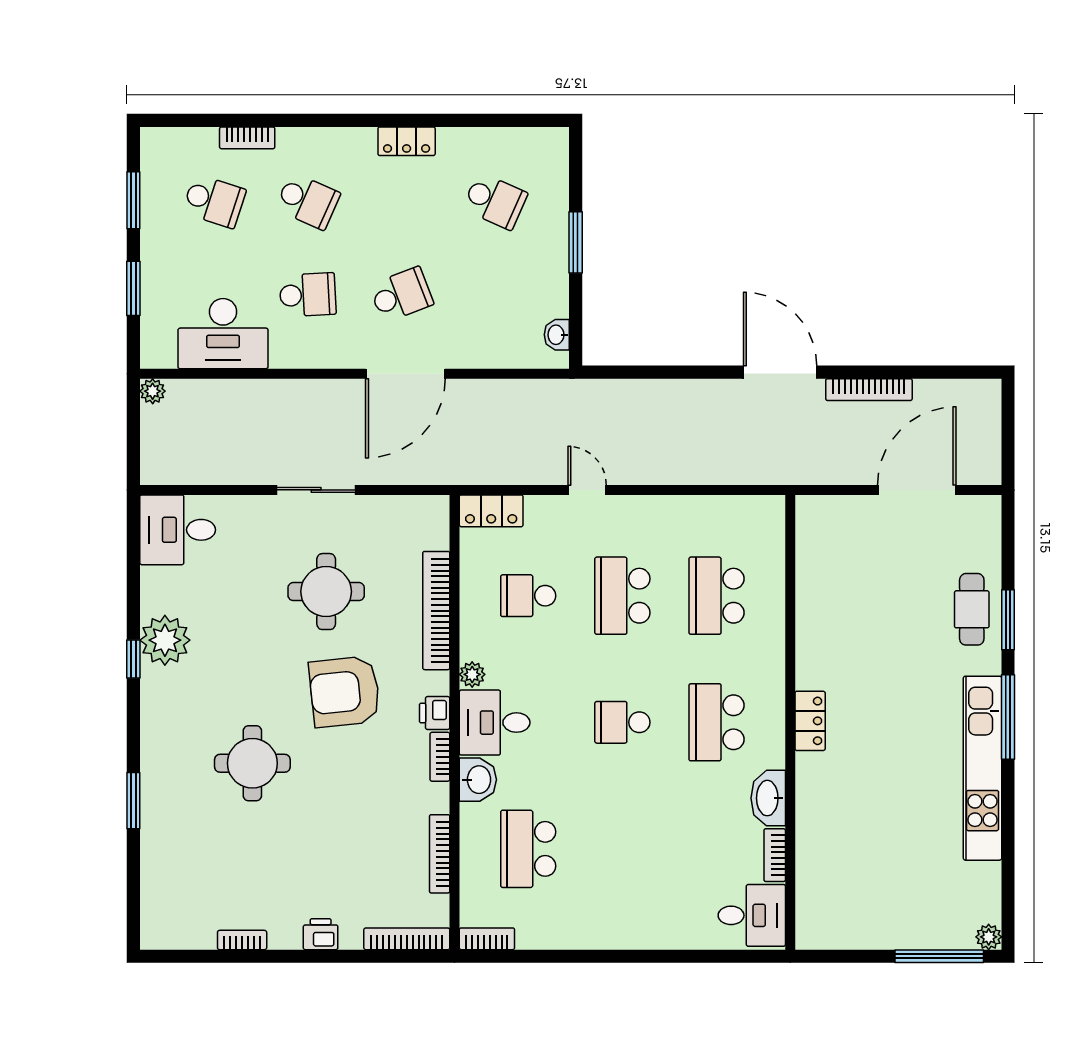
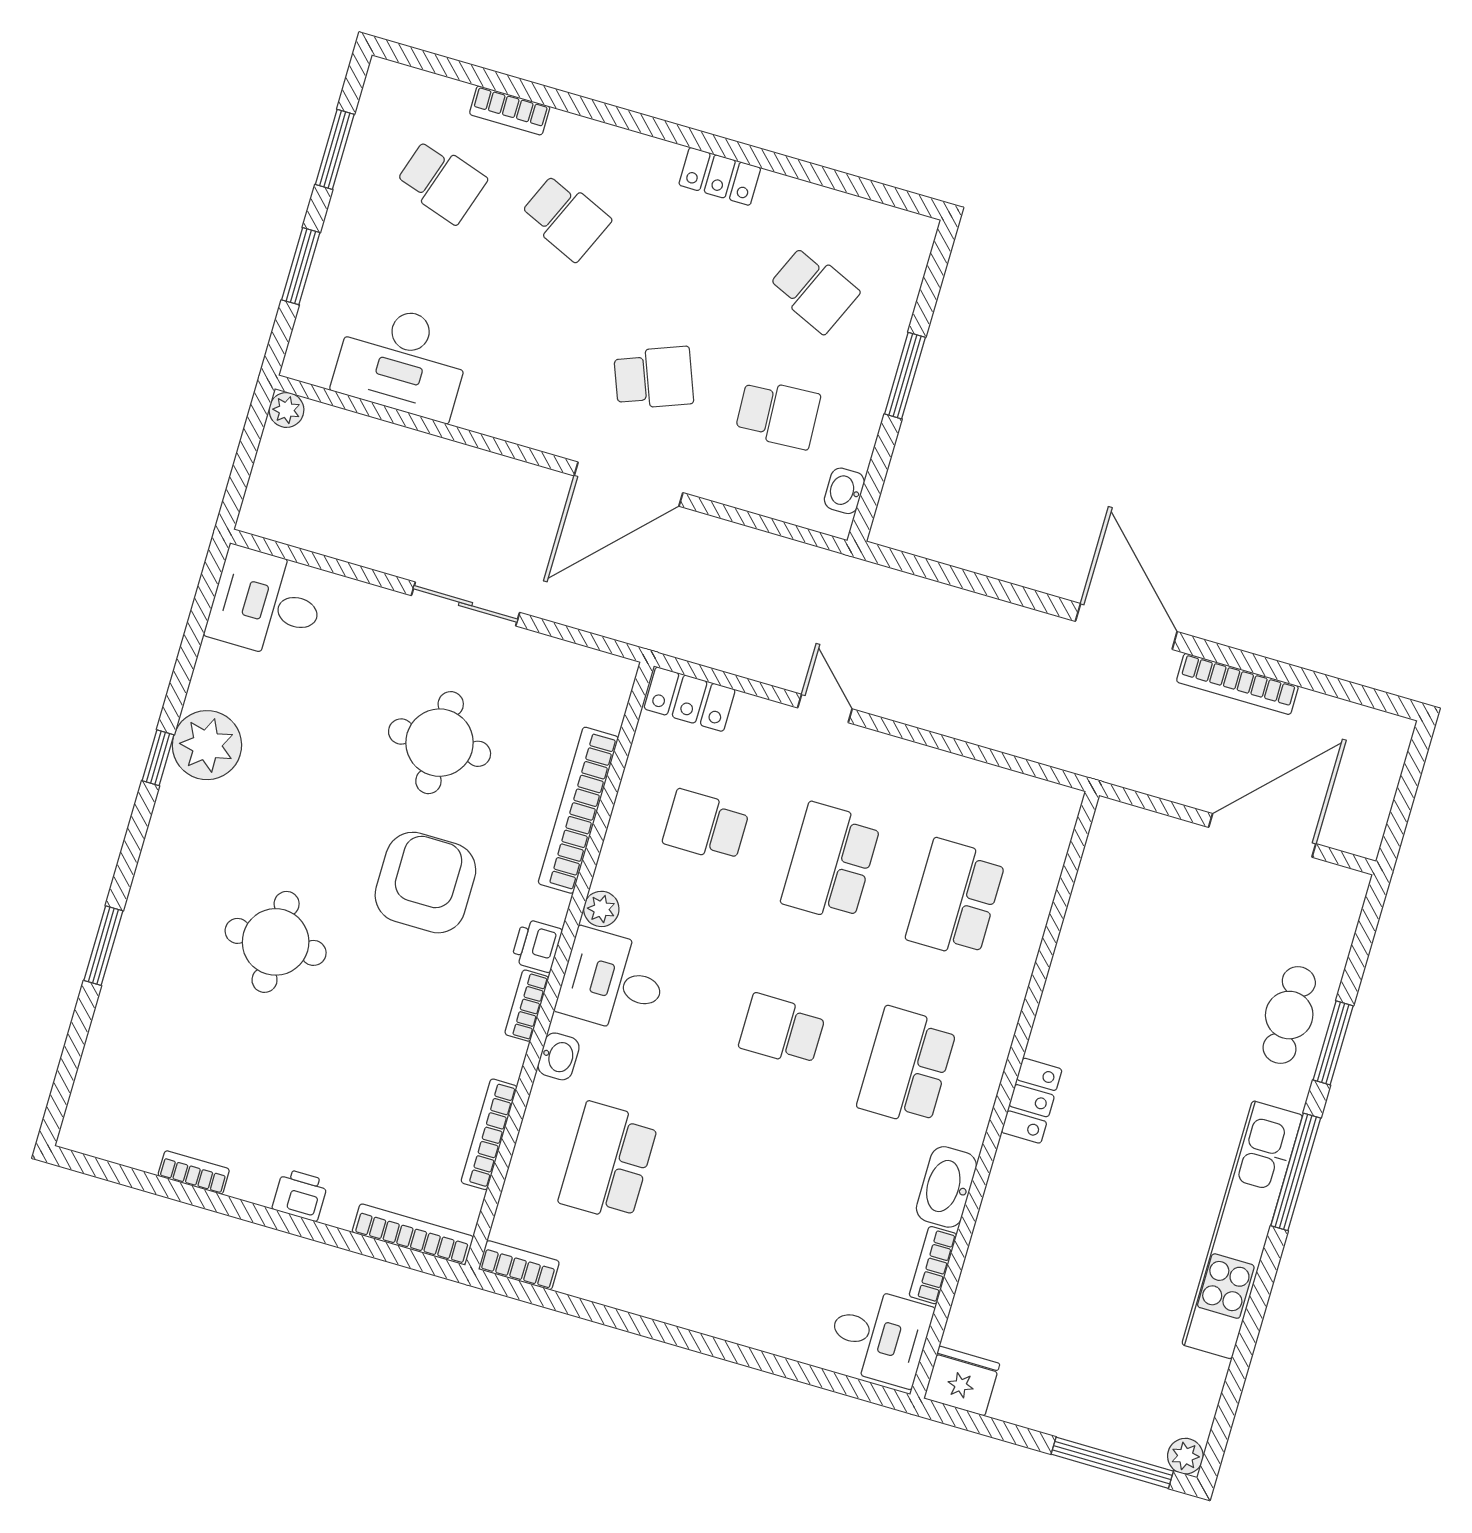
school desk: (308, 295) -> (778, 414), moved
armchair: (345, 692) -> (425, 883), turned 96
washbasin: (478, 780) -> (558, 1056), width x0.72, depth x0.69
fridge: (818, 930) -> (962, 1381), added

